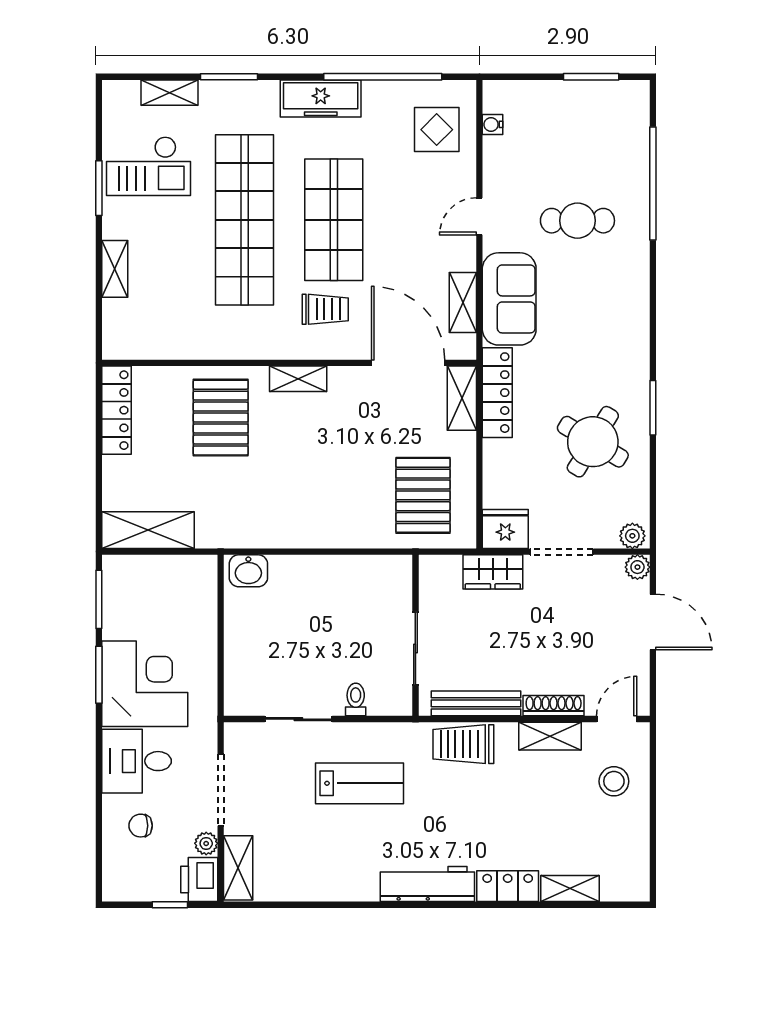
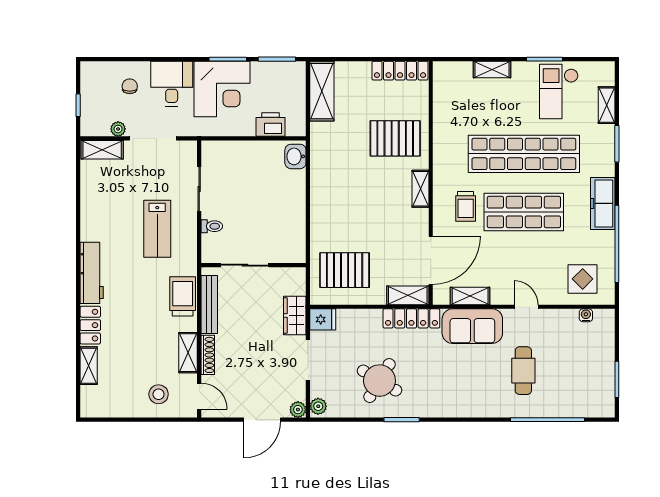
fridge: (505, 529) -> (323, 319), width x0.72
printer: (199, 880) -> (270, 124), moved

